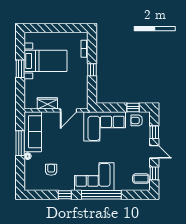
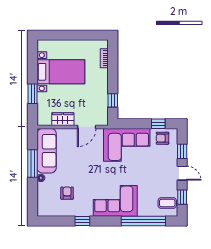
window: (20, 69) -> (33, 94), moved
window: (92, 70) -> (113, 100), moved
window: (101, 195) -> (143, 221), moved

